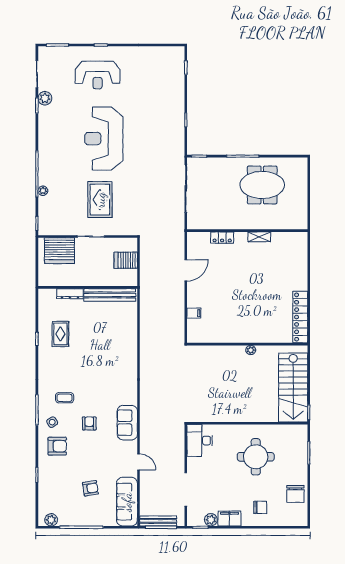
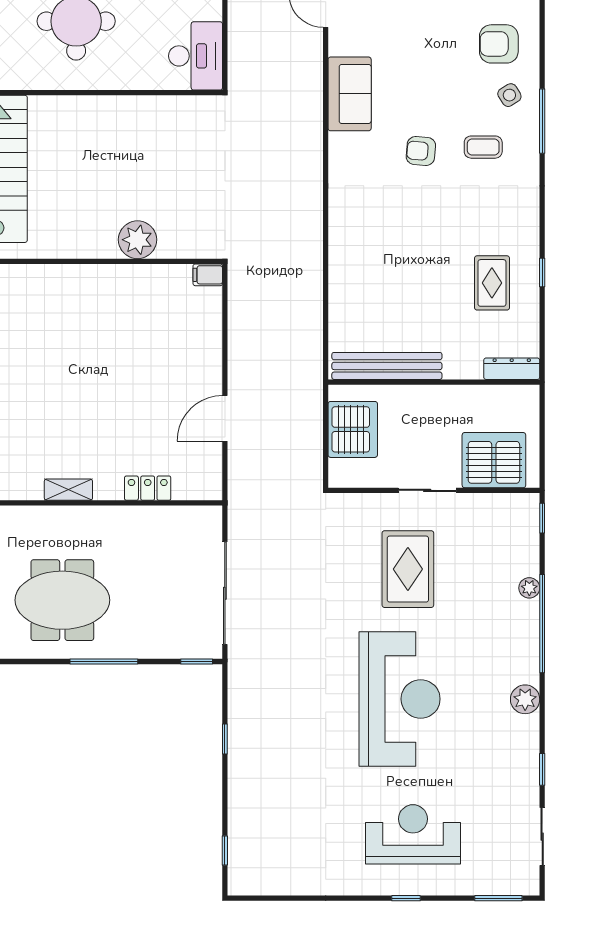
plant: (45, 98) -> (525, 699), moved
server rack: (126, 260) -> (353, 429), width x1.60
dresser: (70, 294) -> (512, 369), moved
filing cabinet: (194, 313) -> (208, 275), moved
plant: (251, 350) -> (137, 240), moved, width x1.87, depth x1.87
armchair: (89, 423) -> (421, 151), moved, turned 95

